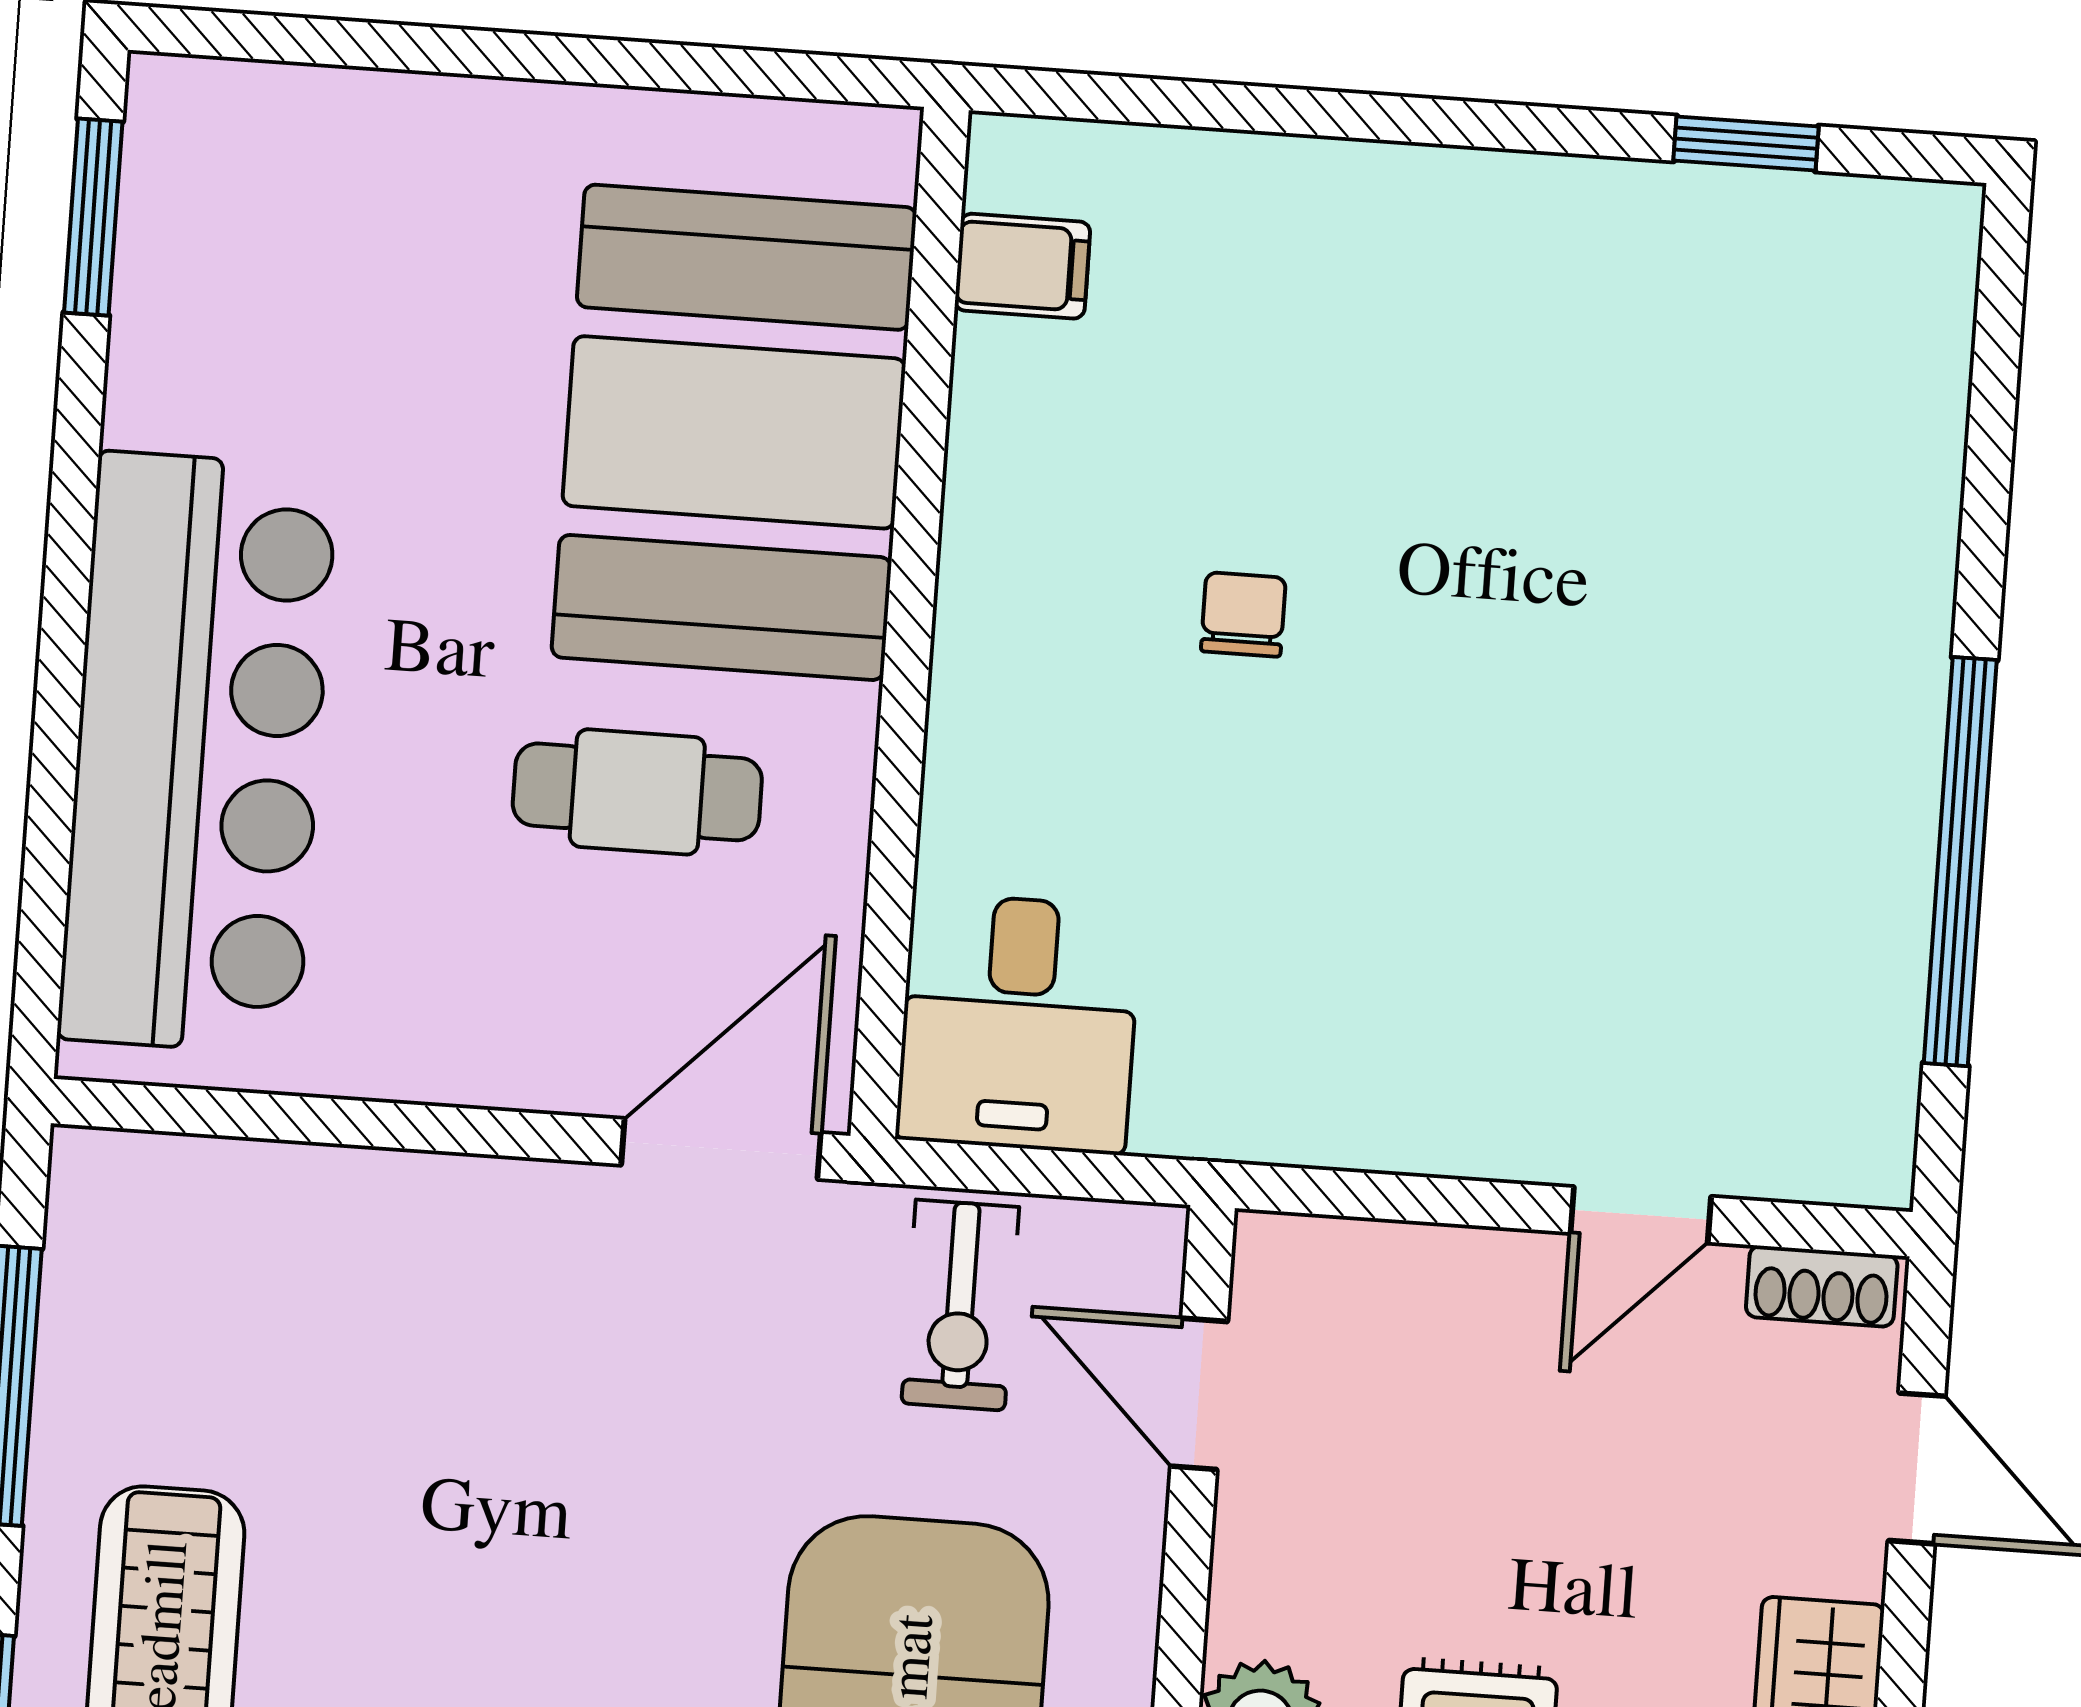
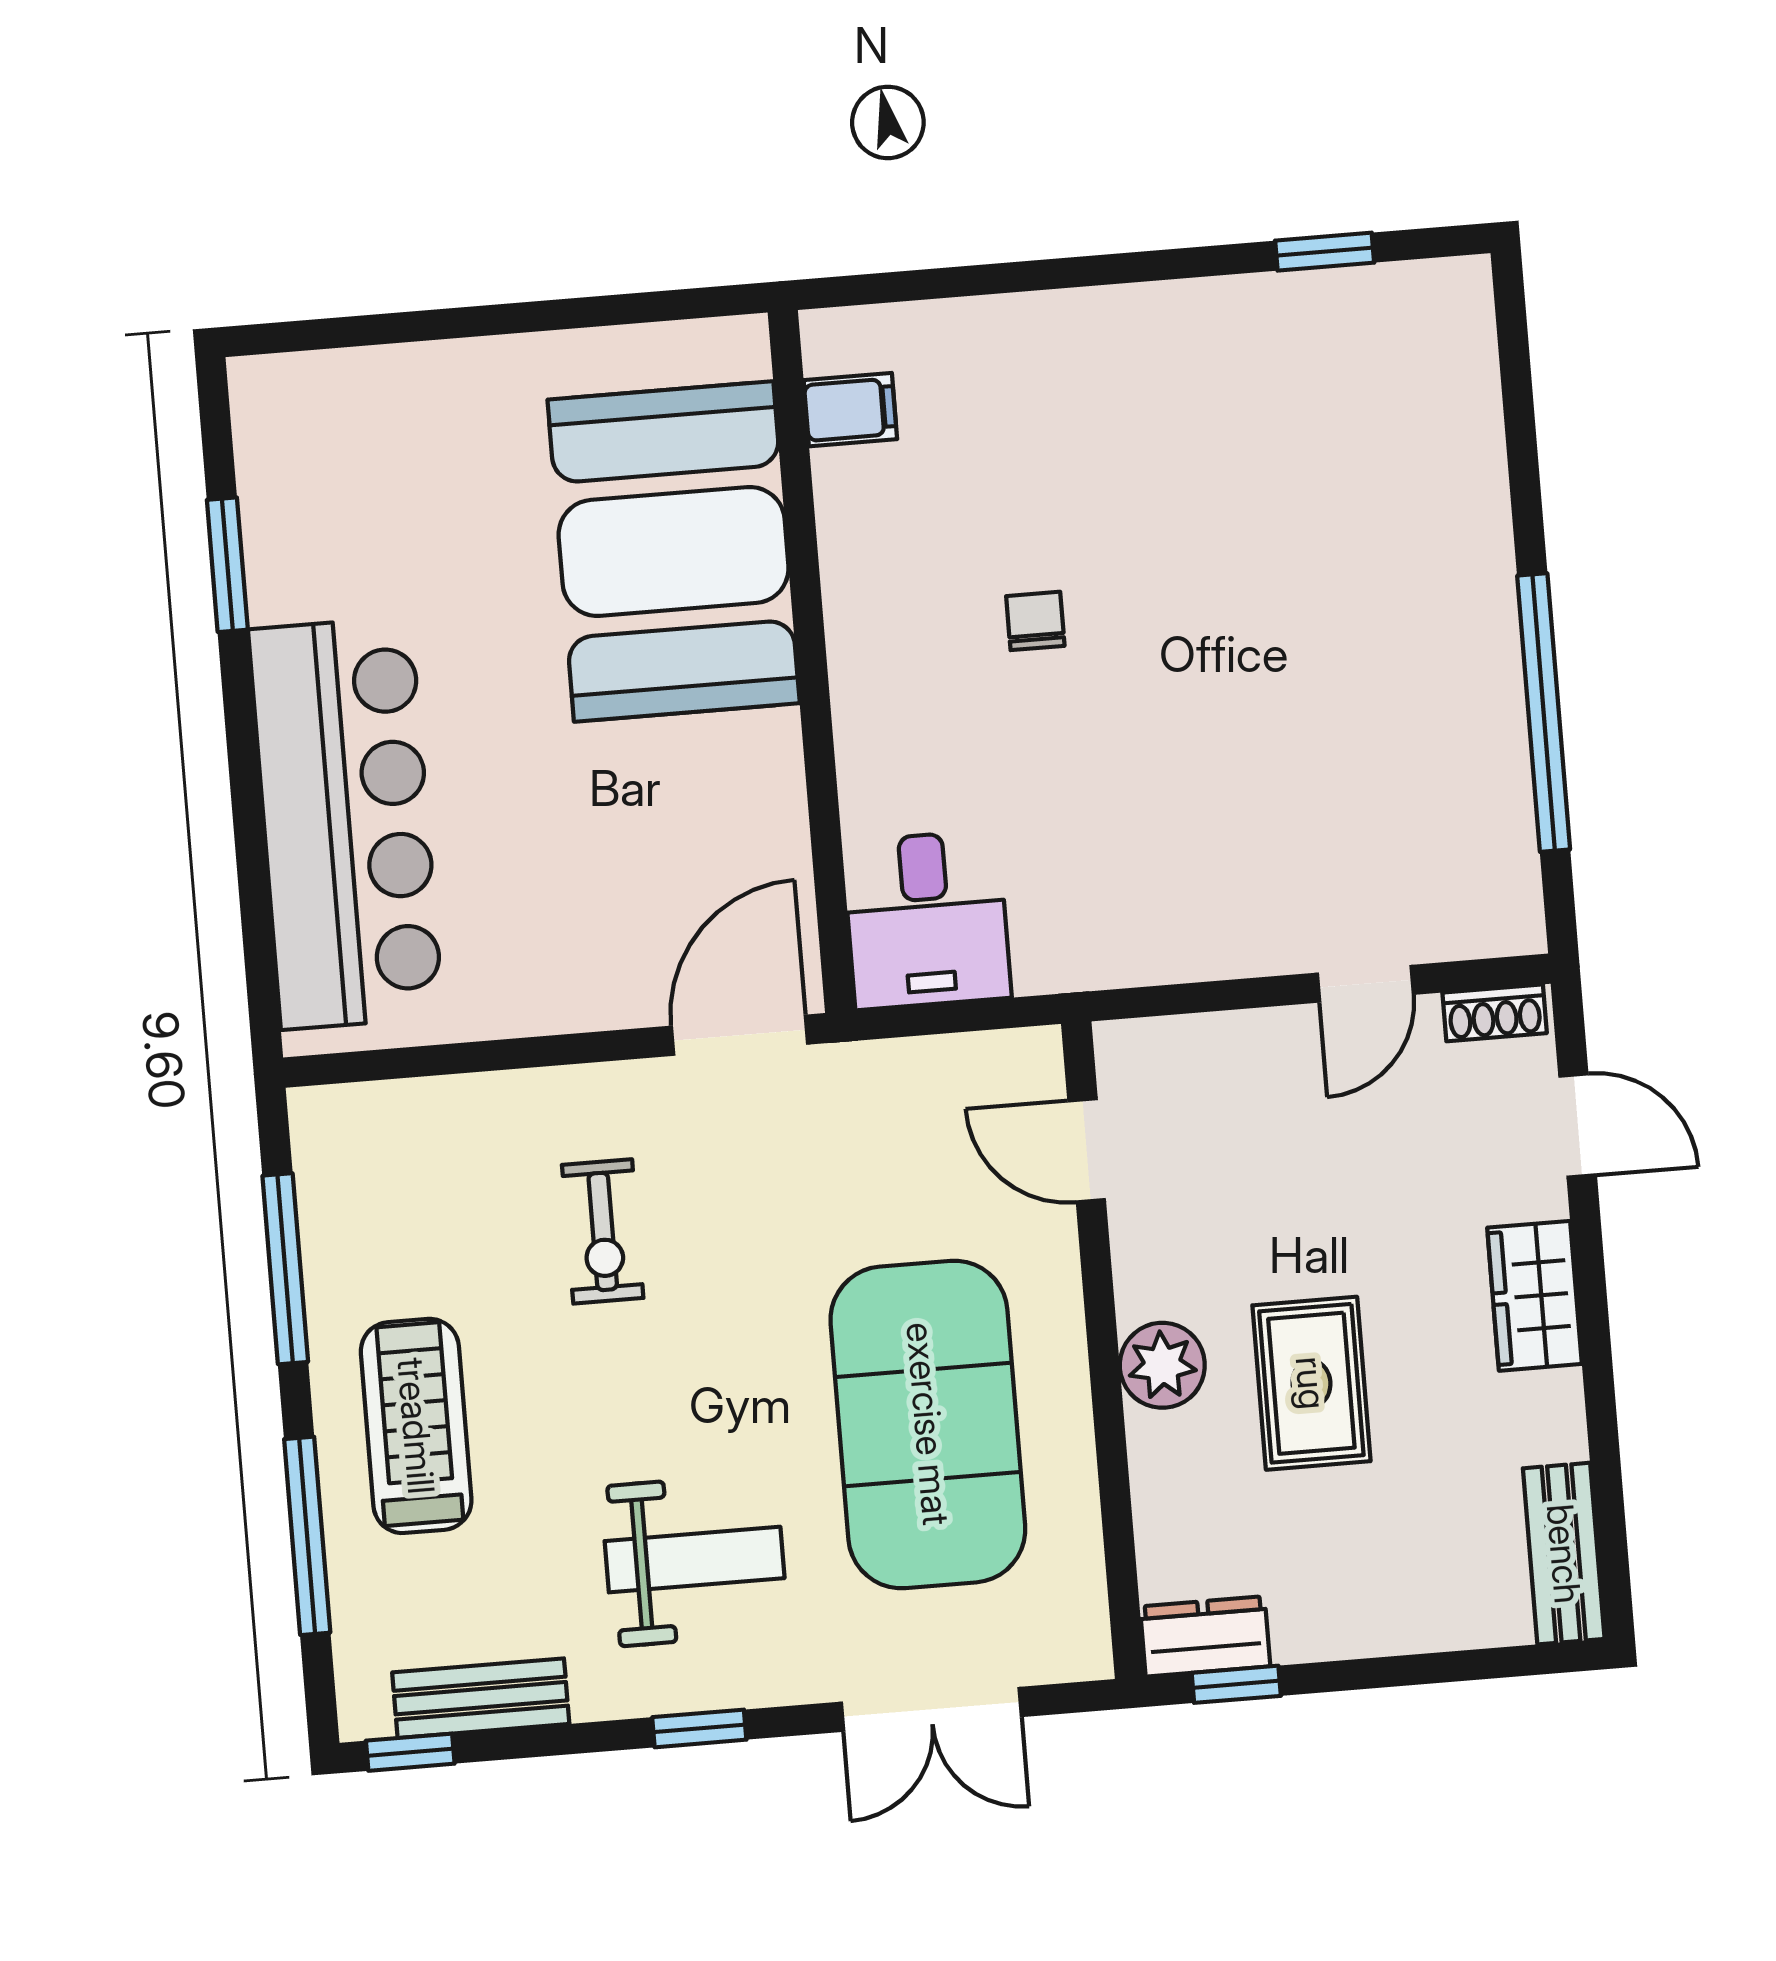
window: (93, 217) -> (227, 565), moved
cafe table: (637, 792) -> (646, 804), removed
exercise bike: (960, 1305) -> (603, 1231), moved

